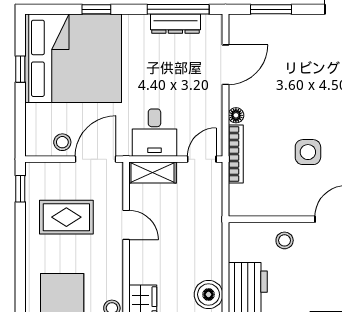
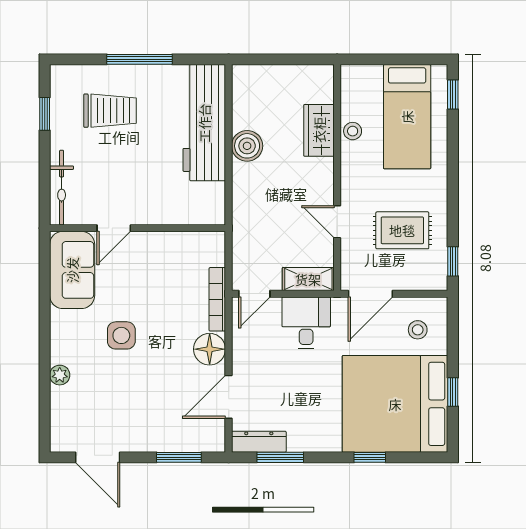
window: (178, 9) -> (280, 457), width x0.69
dresser: (175, 24) -> (259, 442), moved
floor lamp: (236, 115) -> (210, 349), width x1.89, depth x1.89
stool: (62, 142) -> (418, 330), moved
side table: (308, 152) -> (121, 335), moved
stool: (285, 240) -> (164, 205), removed

